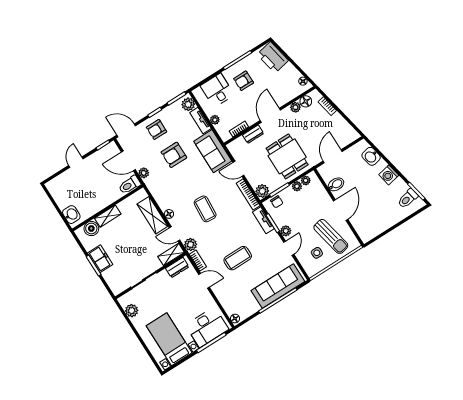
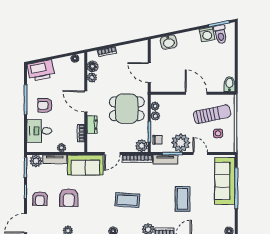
armchair: (244, 81) -> (45, 105), turned 90
washing machine: (389, 175) -> (207, 34), moved
bidet: (336, 184) -> (229, 84), moved
plant: (286, 231) -> (181, 143), width x1.88, depth x1.88

